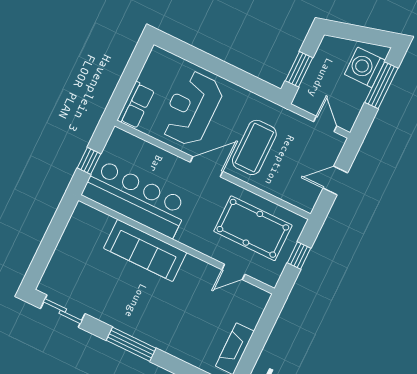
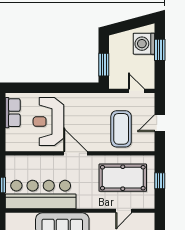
window: (381, 85) -> (160, 50), width x0.69
row of seats: (136, 105) -> (13, 113), moved
coffee table: (254, 147) -> (121, 129), moved
door: (206, 167) -> (75, 153), hinge flipped

